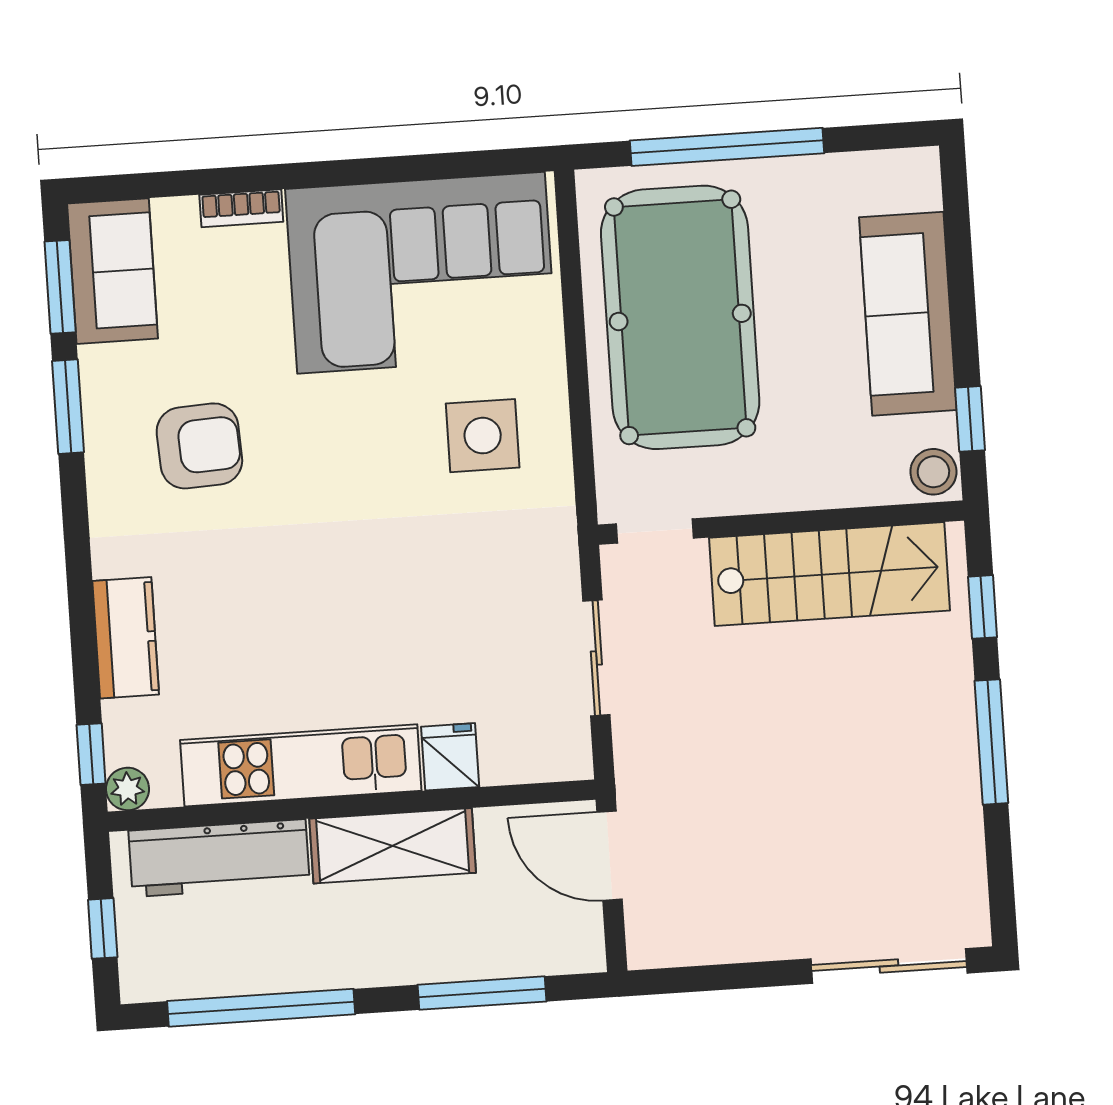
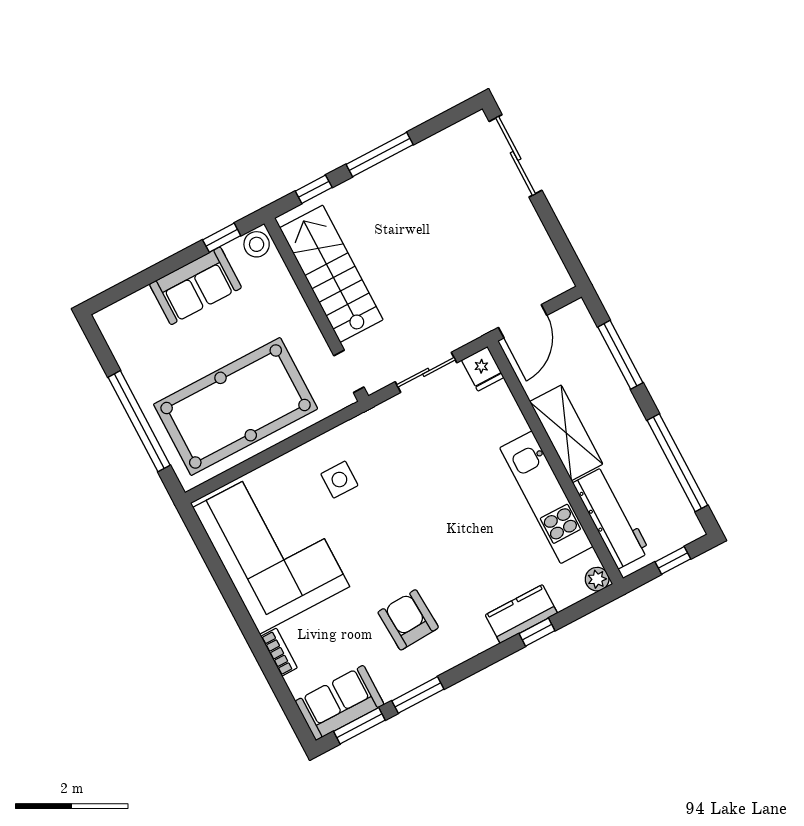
sofa: (908, 314) -> (196, 286), width x0.73
side table: (483, 436) -> (339, 480), width x0.73, depth x0.73
window: (91, 754) -> (537, 632), moved
fridge: (450, 757) -> (483, 369), moved, turned -90

